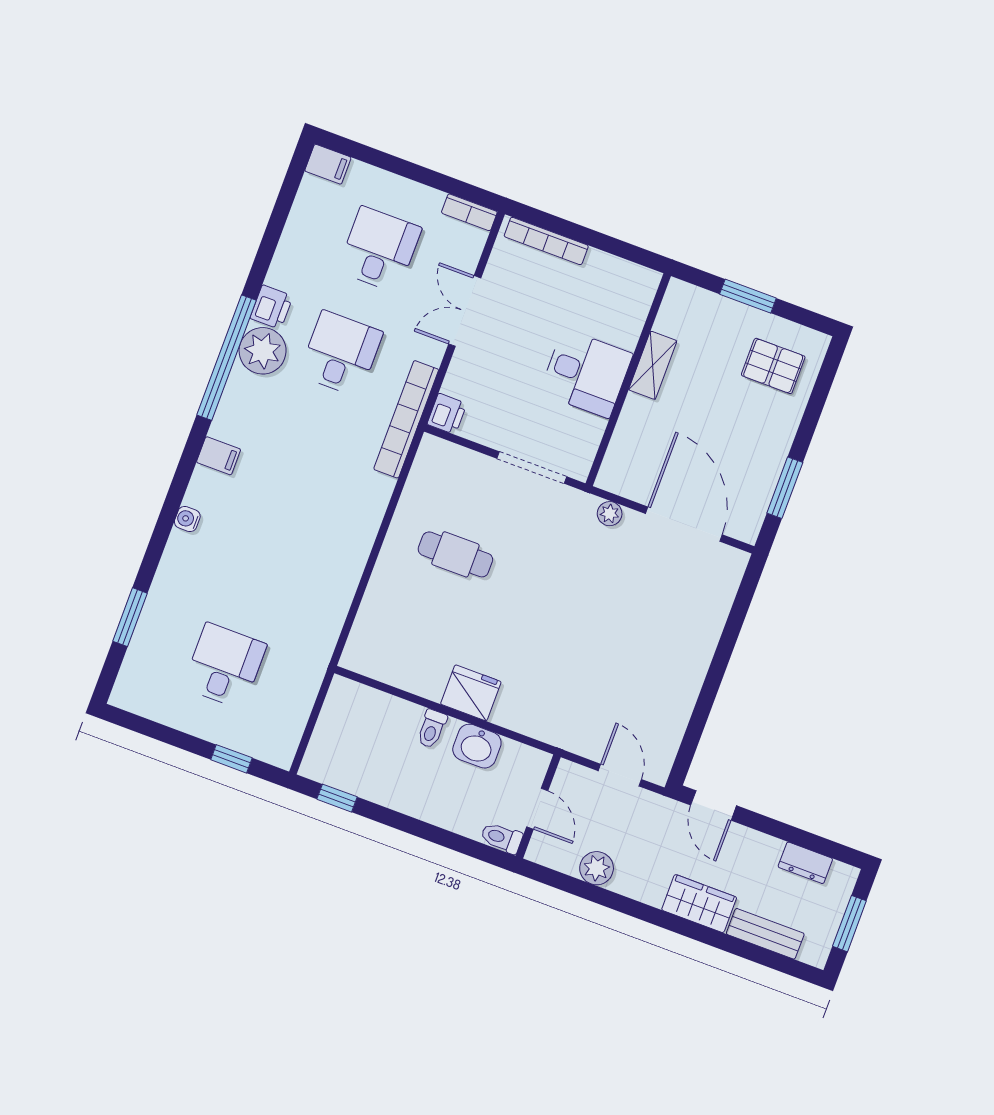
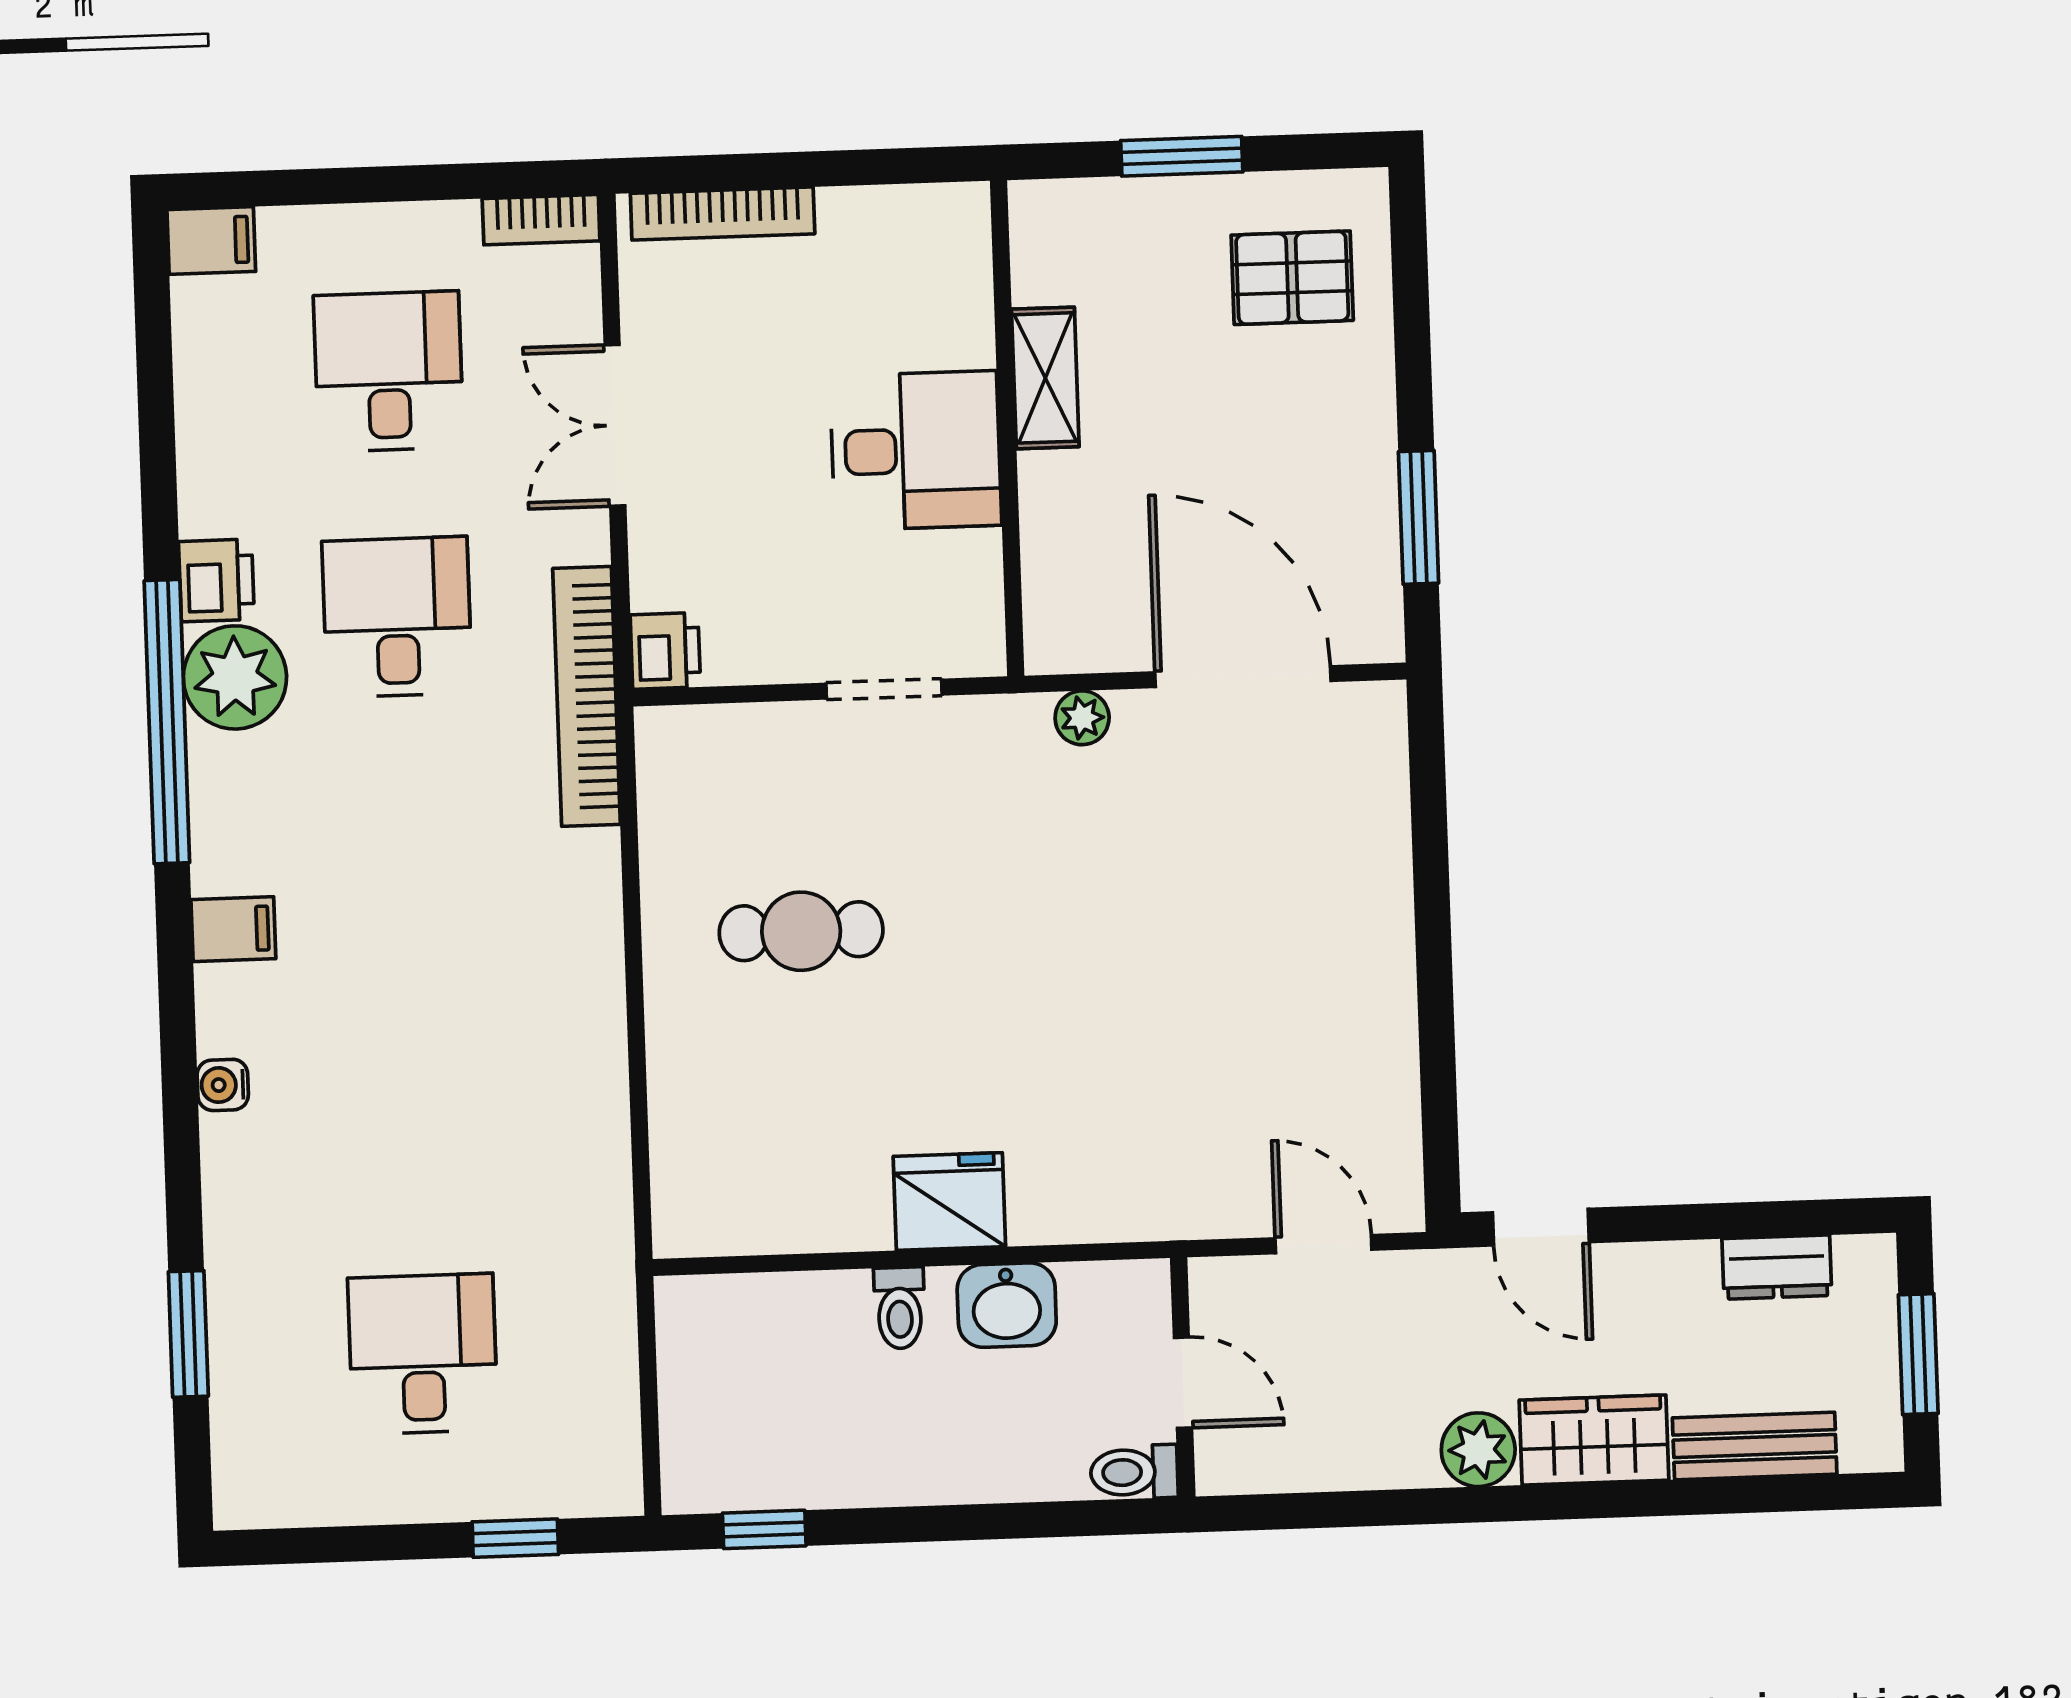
doorway: (532, 468) -> (884, 689), width x0.73
plant: (597, 868) -> (1478, 1450), moved

